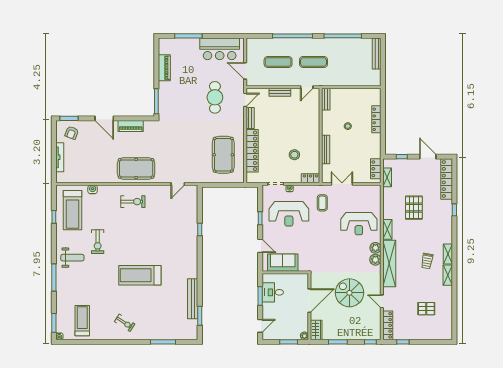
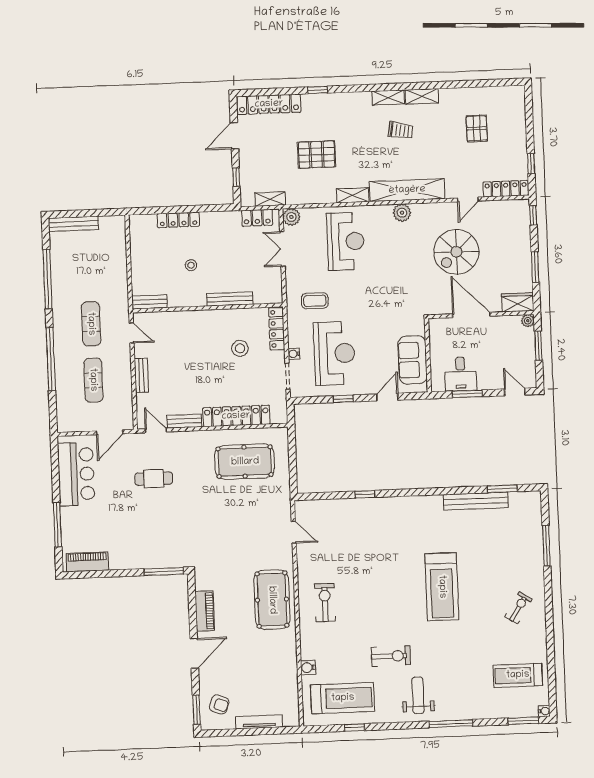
piano: (164, 68) -> (87, 562), moved
cafe table: (215, 97) -> (154, 479), width x0.73, depth x0.74
locker: (310, 178) -> (277, 329), width x1.53
double door: (342, 184) -> (282, 249), moved
plant: (375, 248) -> (291, 217), moved

